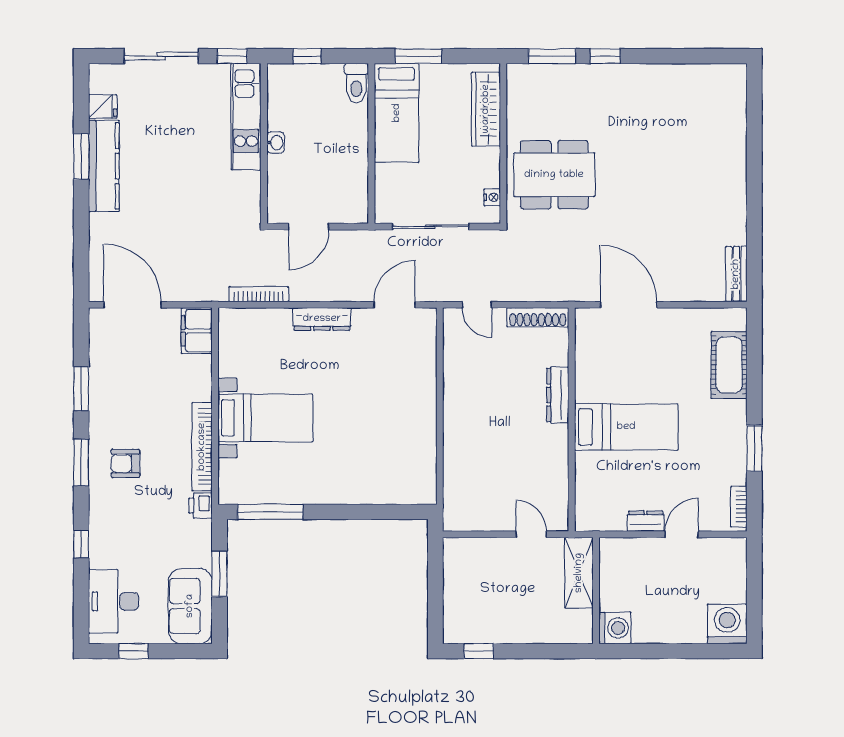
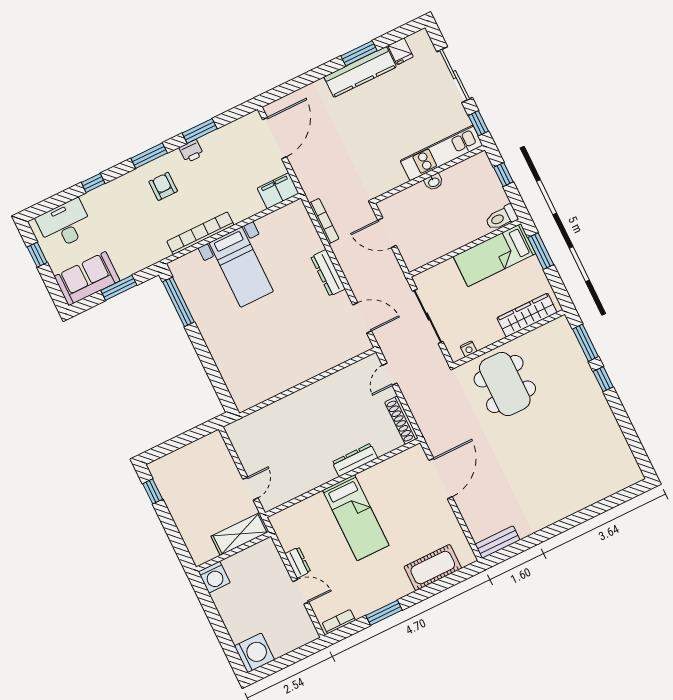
printer: (200, 506) -> (191, 151), moved, turned 180

